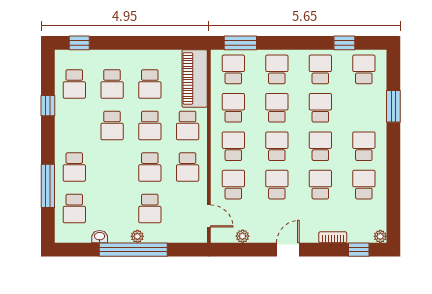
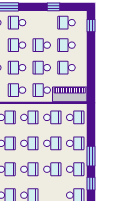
window: (240, 43) -> (91, 156), moved
school desk: (112, 167) -> (17, 45), added

